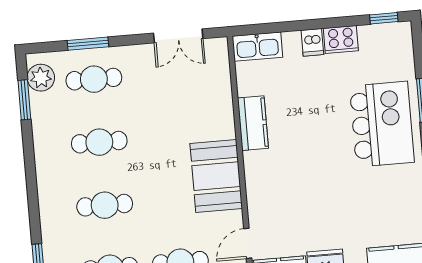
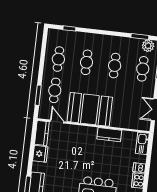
booth: (216, 176) -> (90, 109), width x1.36, depth x1.42

